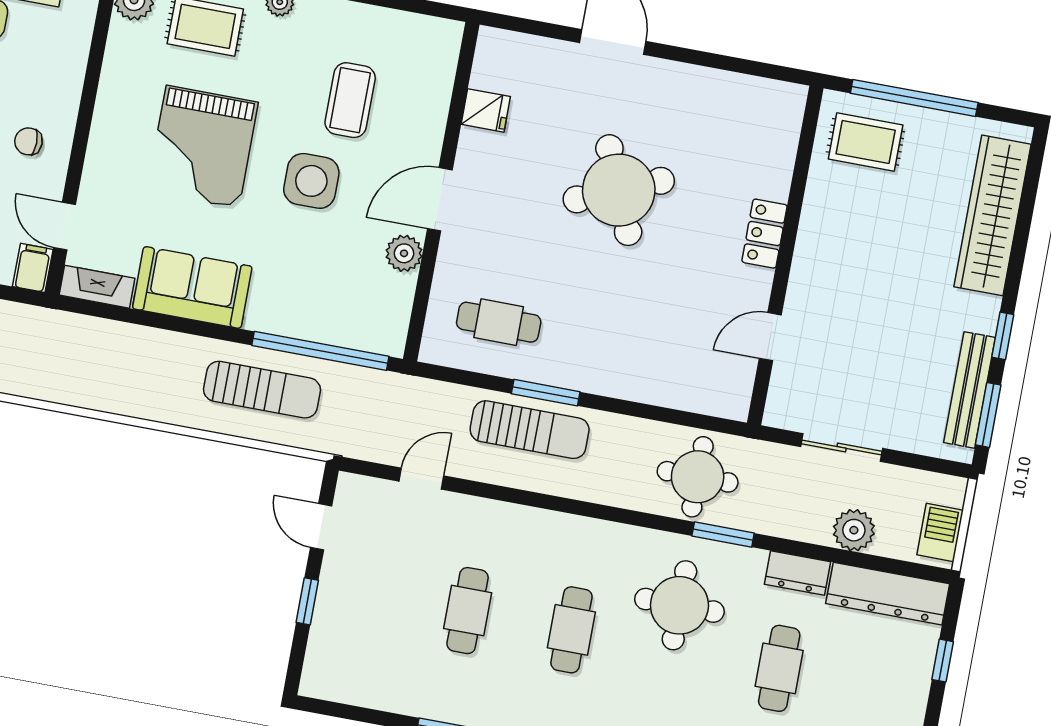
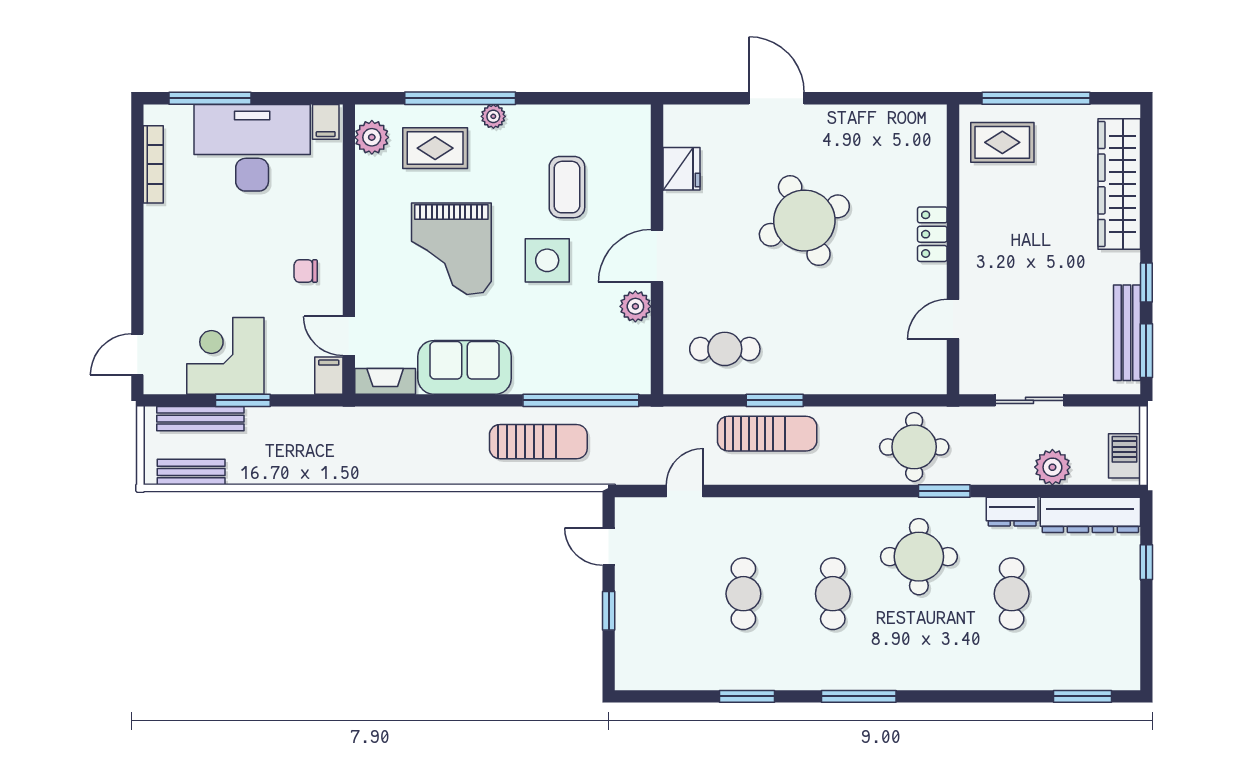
fridge: (486, 110) -> (681, 169), width x1.38

